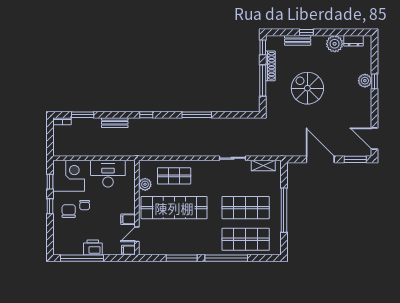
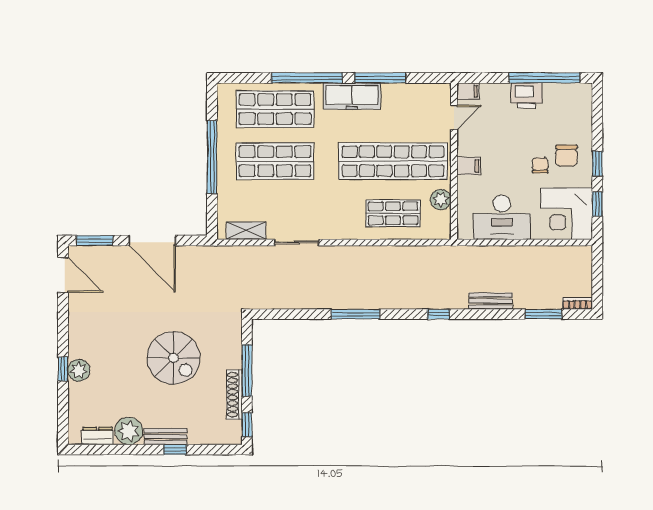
bench: (298, 40) -> (165, 437), moved
filing cabinet: (128, 219) -> (469, 166), moved
freezer: (199, 247) -> (352, 96), added

